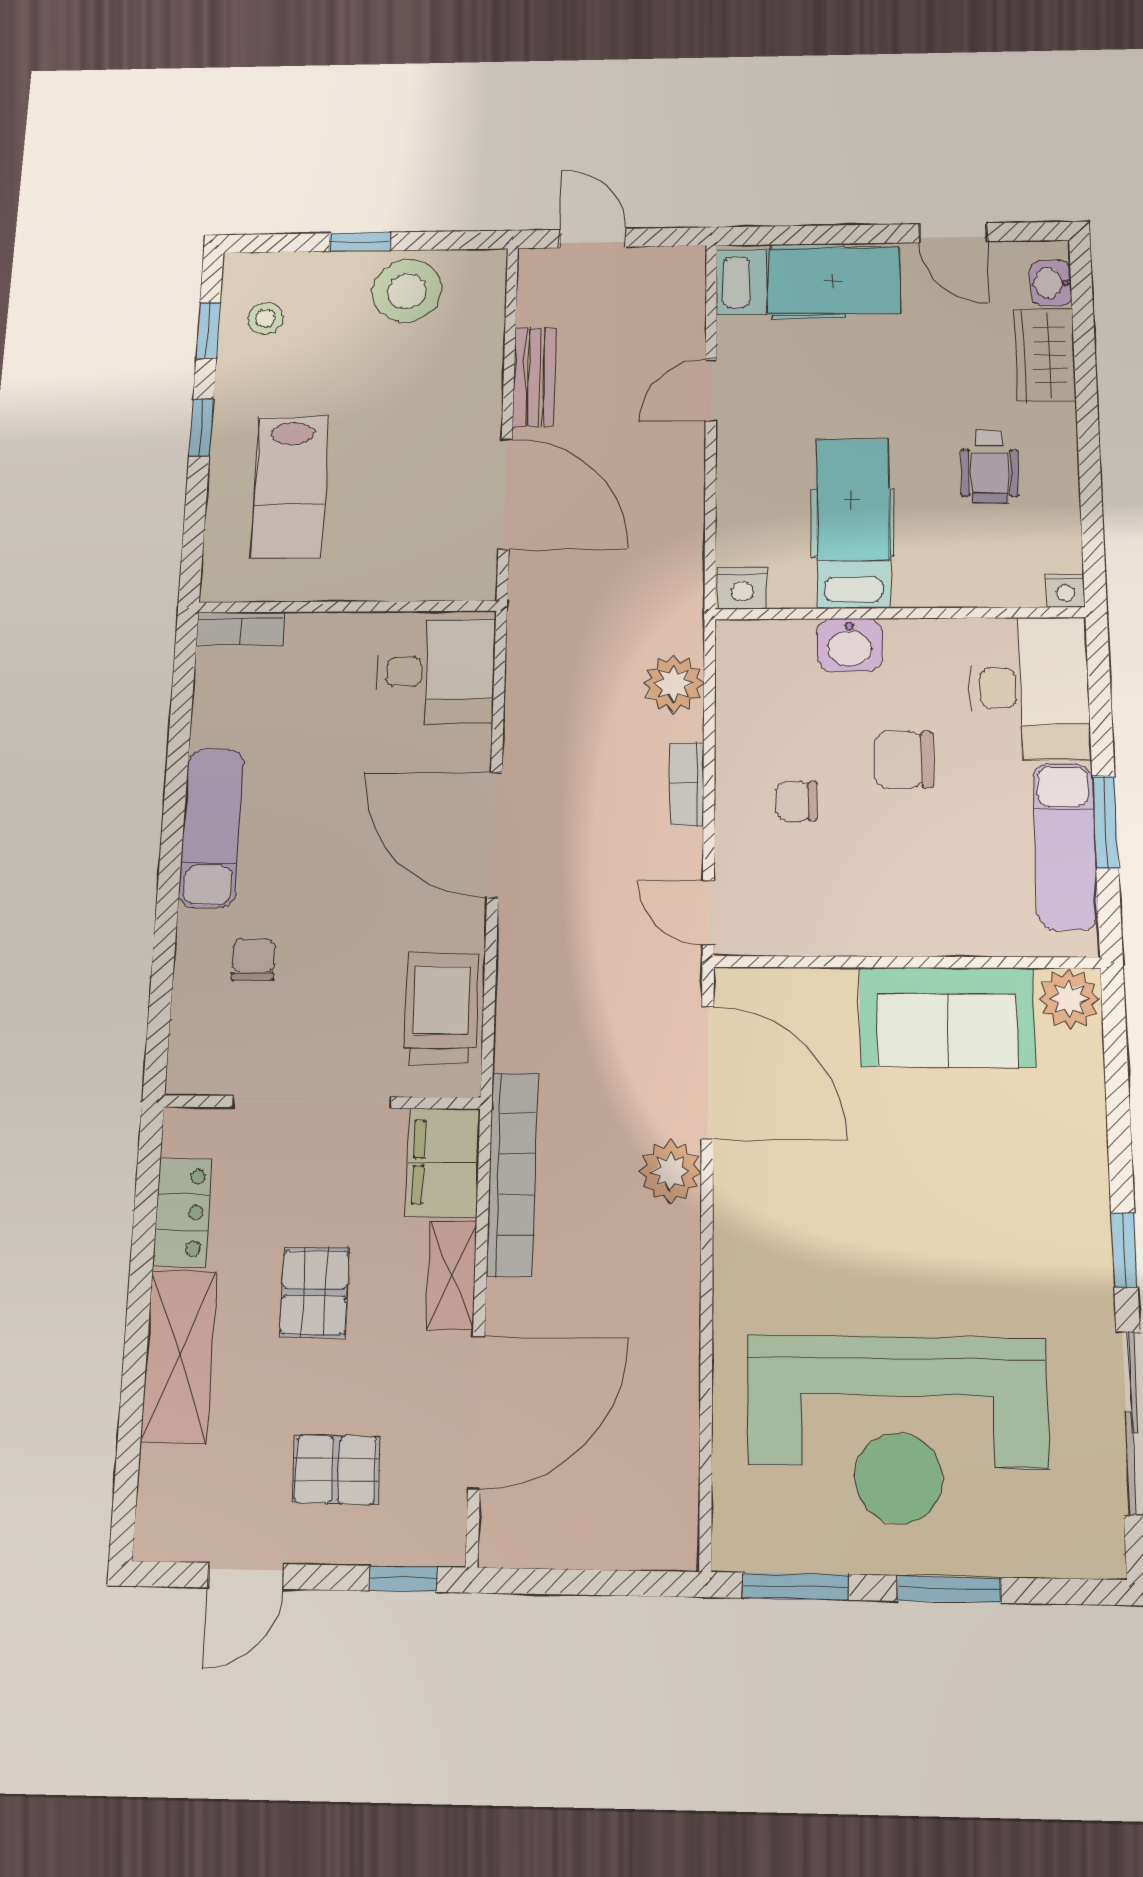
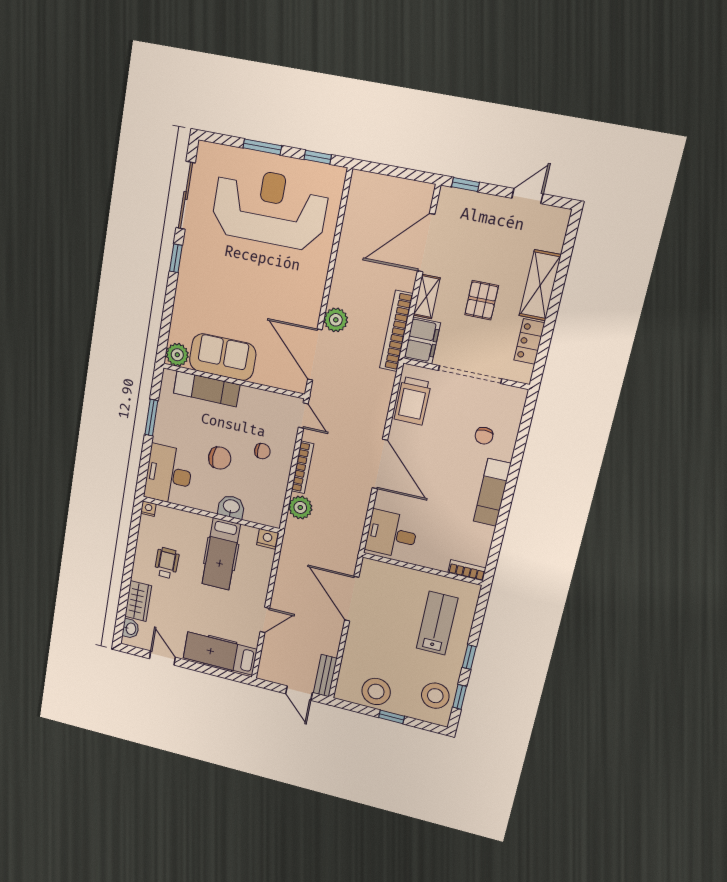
stool: (265, 318) -> (435, 696), width x1.89, depth x1.89
bench: (534, 377) -> (325, 676), moved
bookcase: (687, 784) -> (302, 467), width x1.56
exam couch: (1065, 846) -> (207, 389), moved, turned 90
pallet: (336, 1470) -> (485, 230), removed
window: (795, 1586) -> (318, 157), width x0.67

